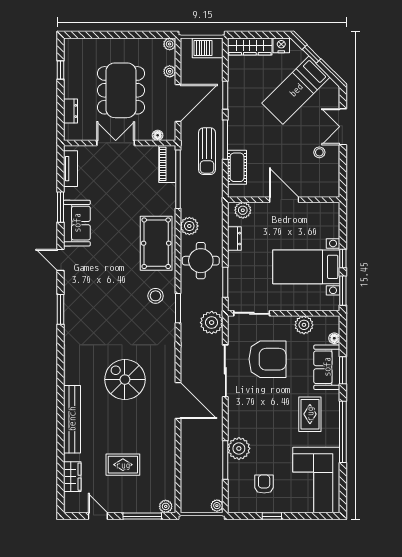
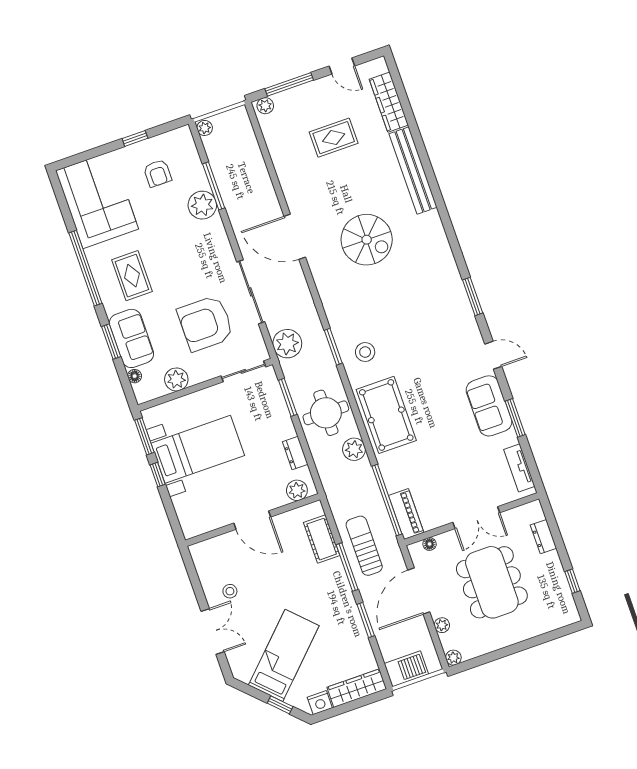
wardrobe: (72, 477) -> (389, 102), width x1.50

